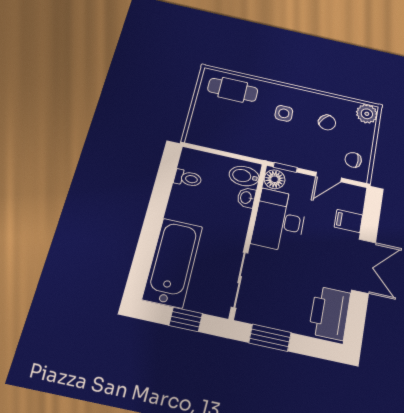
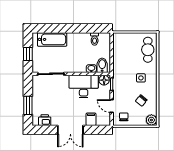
bathtub: (173, 263) -> (52, 39), width x0.73, depth x0.73
printer: (330, 313) -> (45, 120), width x0.53, depth x0.68
window: (270, 338) -> (28, 105), moved

